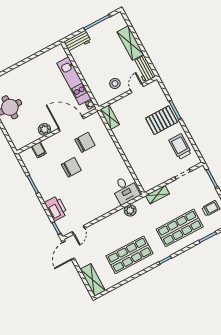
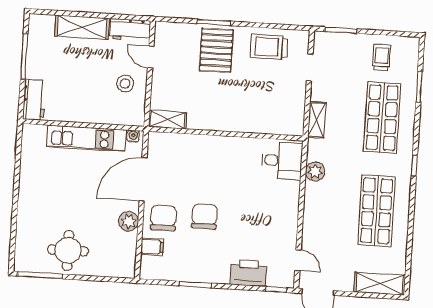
chair: (85, 142) -> (163, 218), moved

